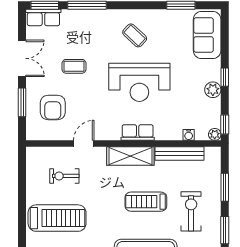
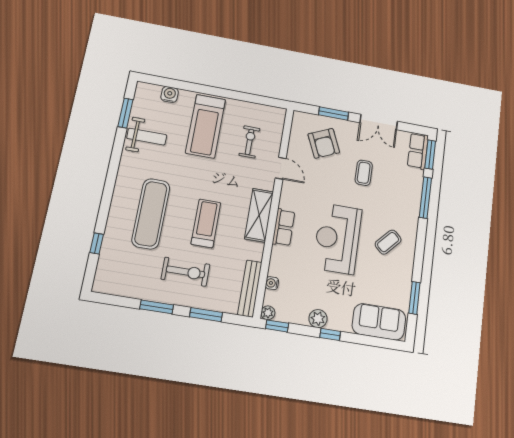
armchair: (53, 107) -> (324, 143), turned -114
bench: (180, 154) -> (250, 289), moved

